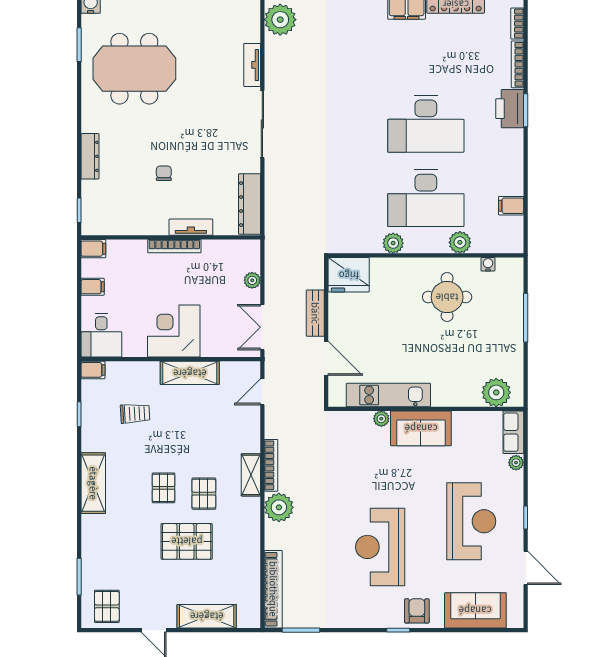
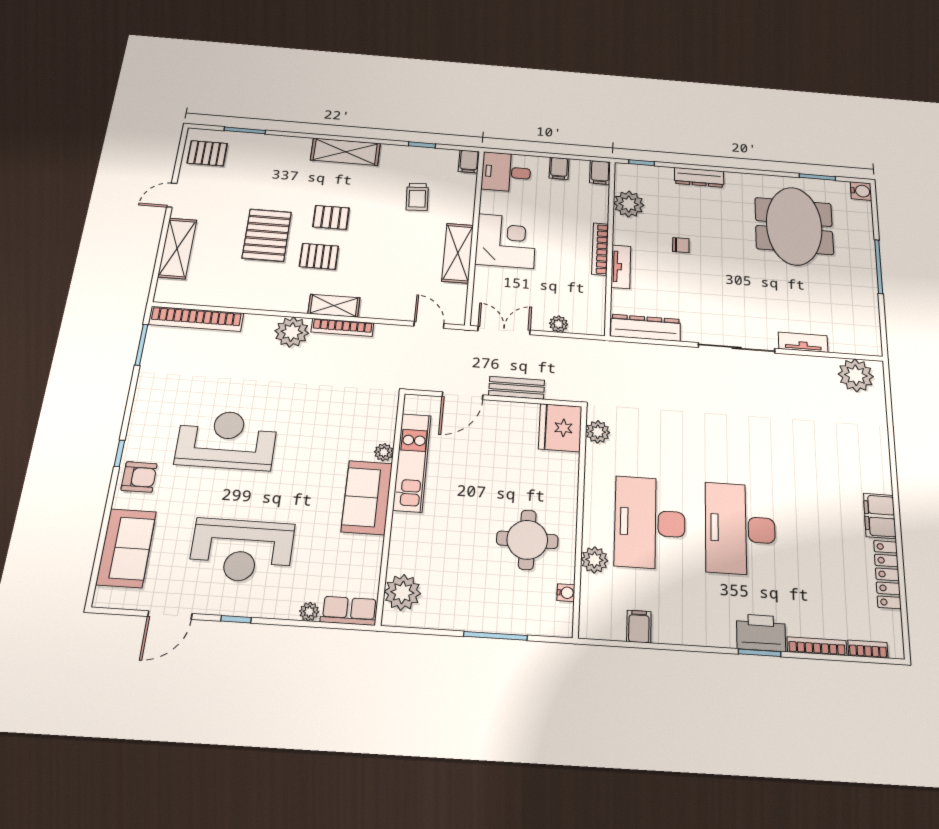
plant: (125, 221) -> (629, 204), added
plant: (393, 243) -> (598, 432), moved

